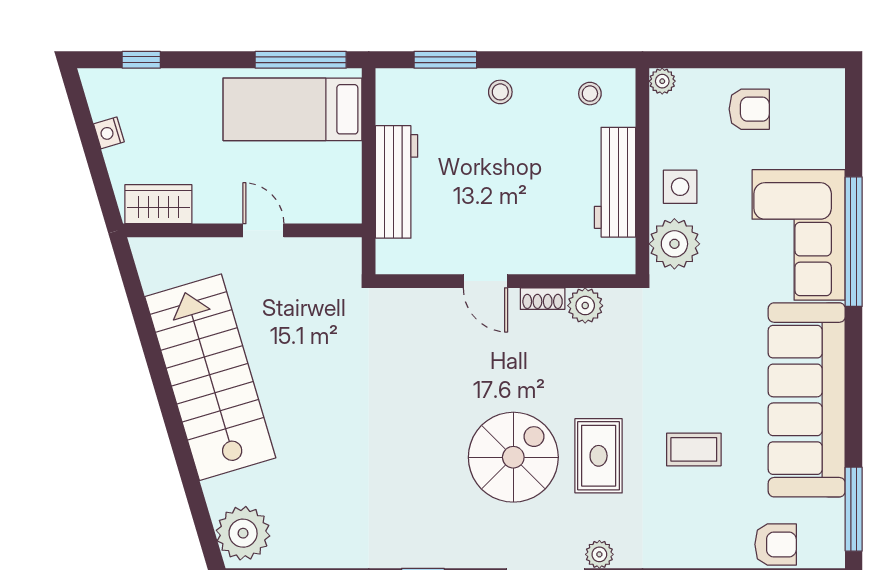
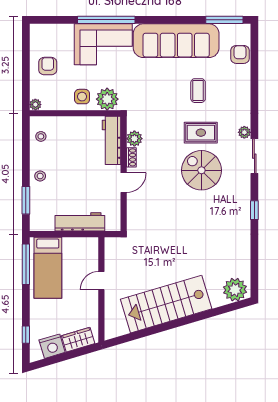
nightstand: (109, 133) -> (52, 346), width x1.89, depth x1.79
workbench: (615, 182) -> (112, 140), moved, turned 90
wardrobe: (158, 204) -> (78, 340), moved, turned 73

